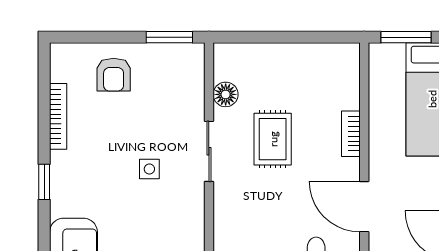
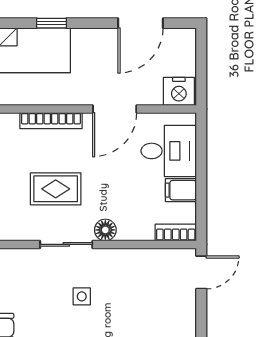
floor lamp: (226, 94) -> (105, 230), moved
bookcase: (351, 134) -> (51, 121), width x1.56

